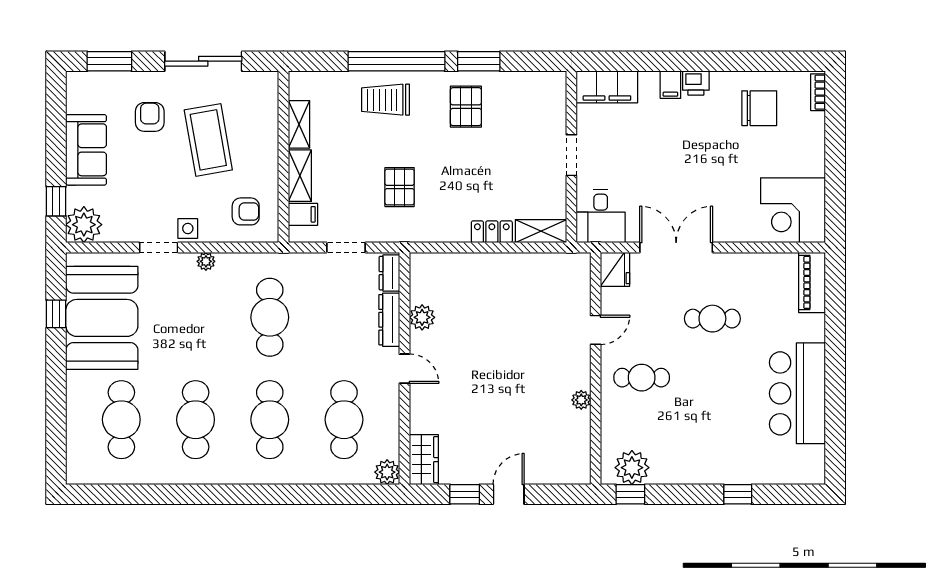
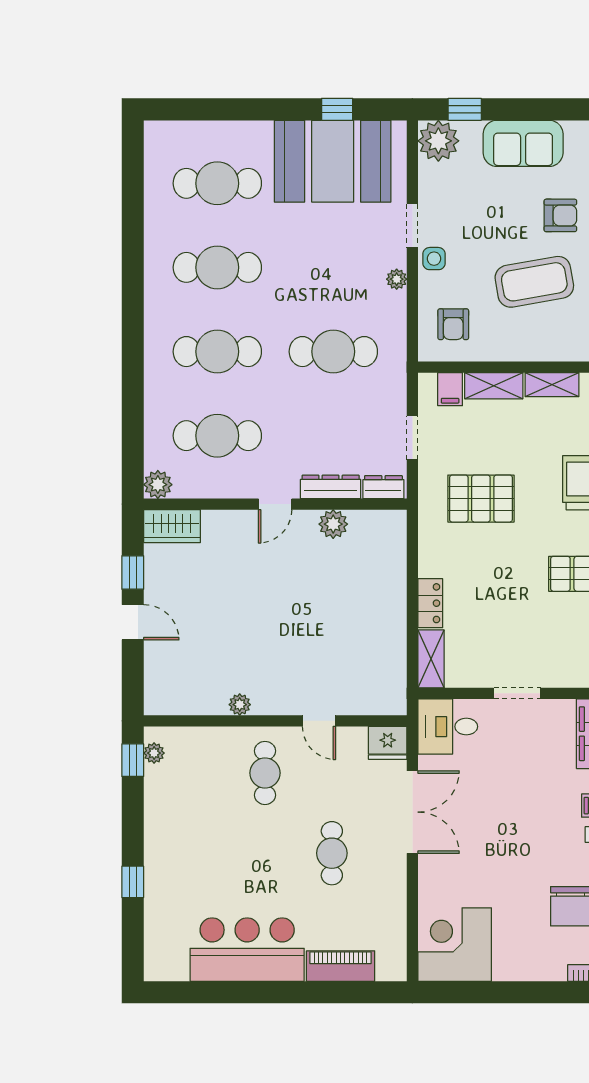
pallet: (400, 187) -> (481, 499), width x1.50, depth x1.42
piano: (812, 282) -> (341, 966), moved
plant: (632, 468) -> (154, 753), width x0.53, depth x0.53

